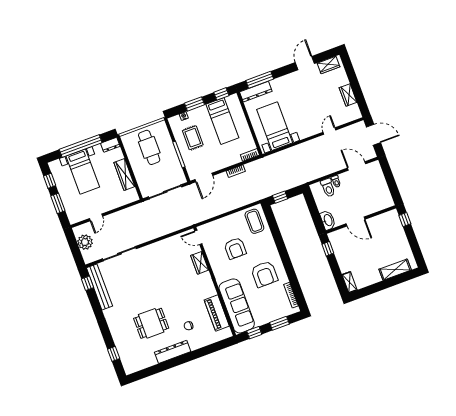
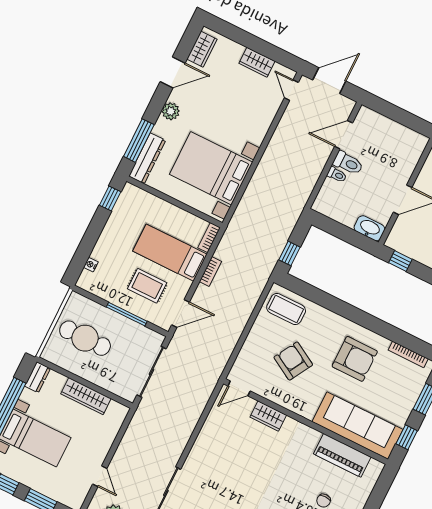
door: (305, 63) -> (173, 72), swing flipped
plant: (287, 80) -> (171, 111), added
window: (194, 104) -> (90, 239), removed
bed: (222, 121) -> (170, 253), moved, turned 180
bed with nightstands: (275, 126) -> (211, 168), width x1.36
door: (329, 131) -> (291, 90), moved
rug: (193, 138) -> (147, 286), moved
door: (204, 178) -> (180, 314), hinge flipped
toilet: (328, 188) -> (348, 163), moved
armchair: (235, 248) -> (293, 361), turned -150

